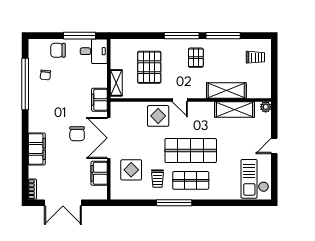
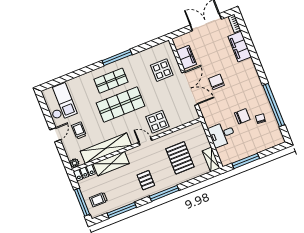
window: (223, 36) -> (122, 210), moved
chair: (58, 50) -> (242, 116), moved
desk: (94, 51) -> (222, 134), moved
window: (274, 61) -> (82, 202), added
shelving: (116, 83) -> (211, 159), moved
locker: (259, 92) -> (84, 173), added
filing cabinet: (99, 100) -> (209, 116), removed
shelving: (234, 109) -> (106, 148), width x1.47
filing cabinet: (37, 149) -> (240, 47), moved
trolley: (157, 179) -> (79, 130), moved

